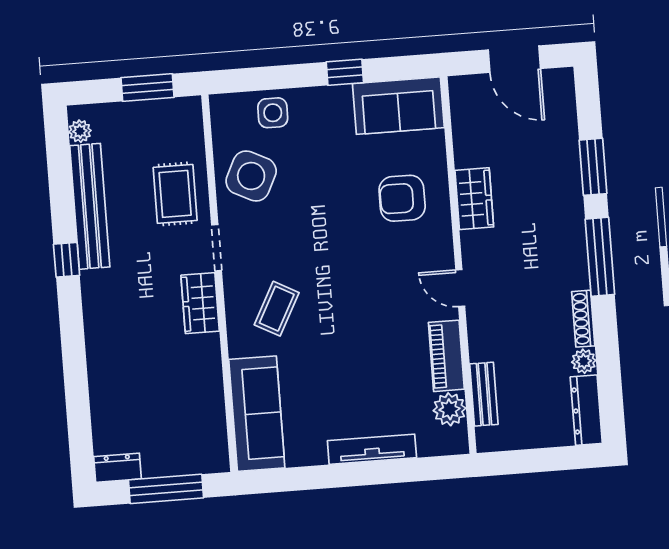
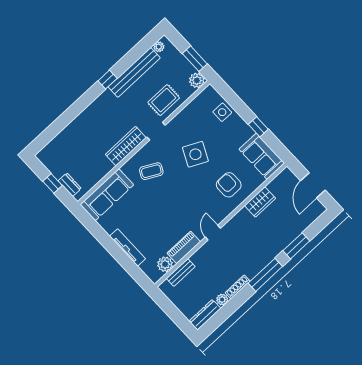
plant: (186, 113) -> (197, 80), added
side table: (251, 176) -> (195, 154), moved
wardrobe: (474, 199) -> (260, 202), moved
wardrobe: (200, 303) -> (126, 146), width x1.50
dresser: (118, 468) -> (70, 185), moved
window: (166, 489) -> (53, 183), width x0.46

